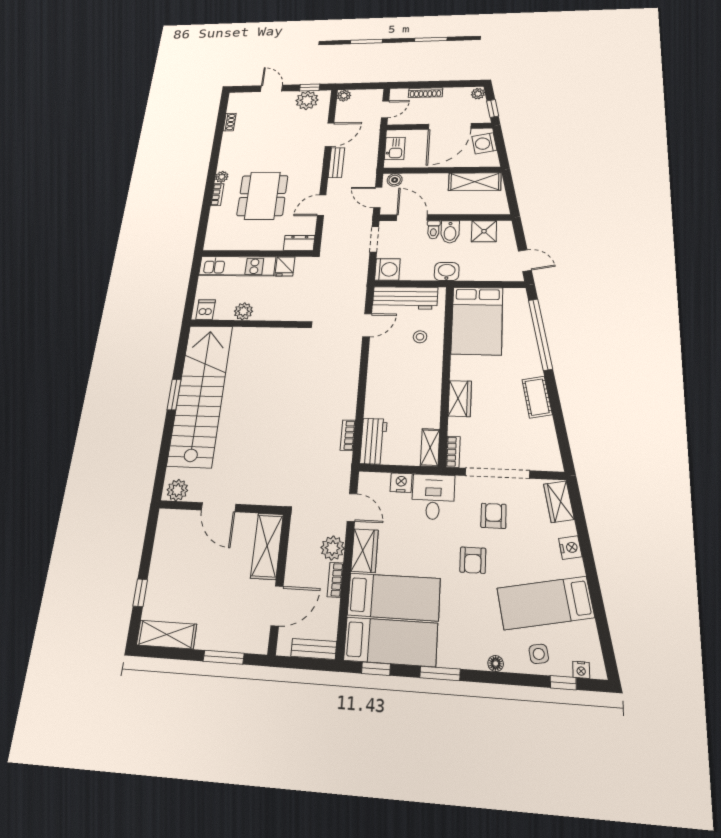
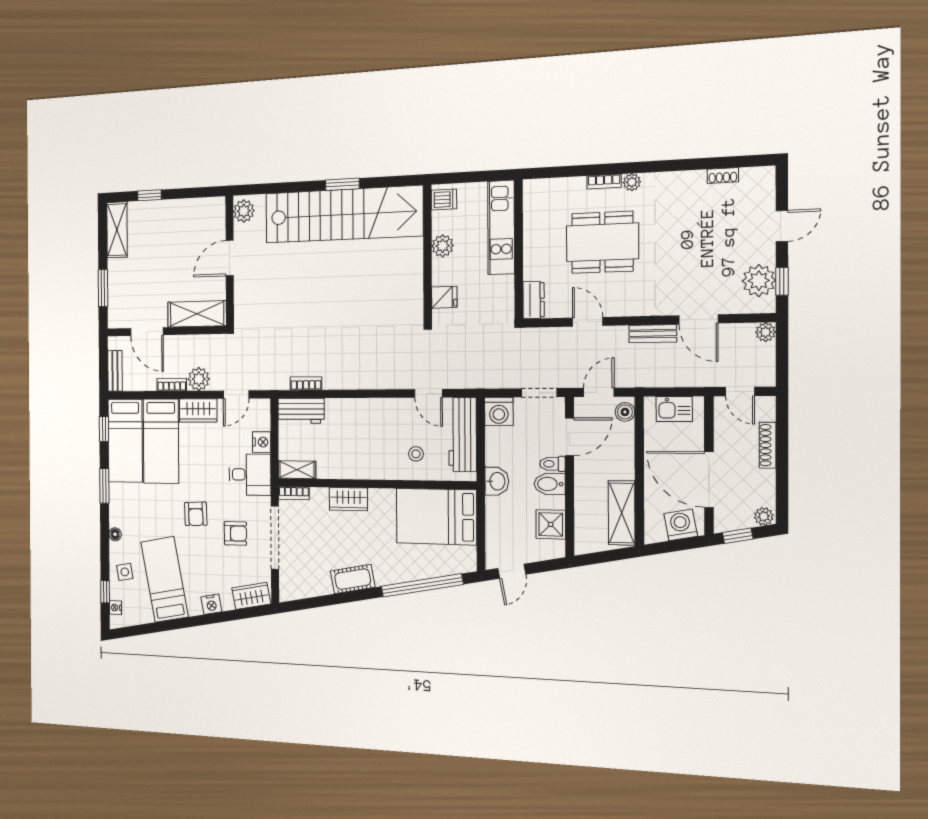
fridge: (285, 266) -> (444, 297), moved, turned 180
armchair: (473, 560) -> (196, 514), turned -92

